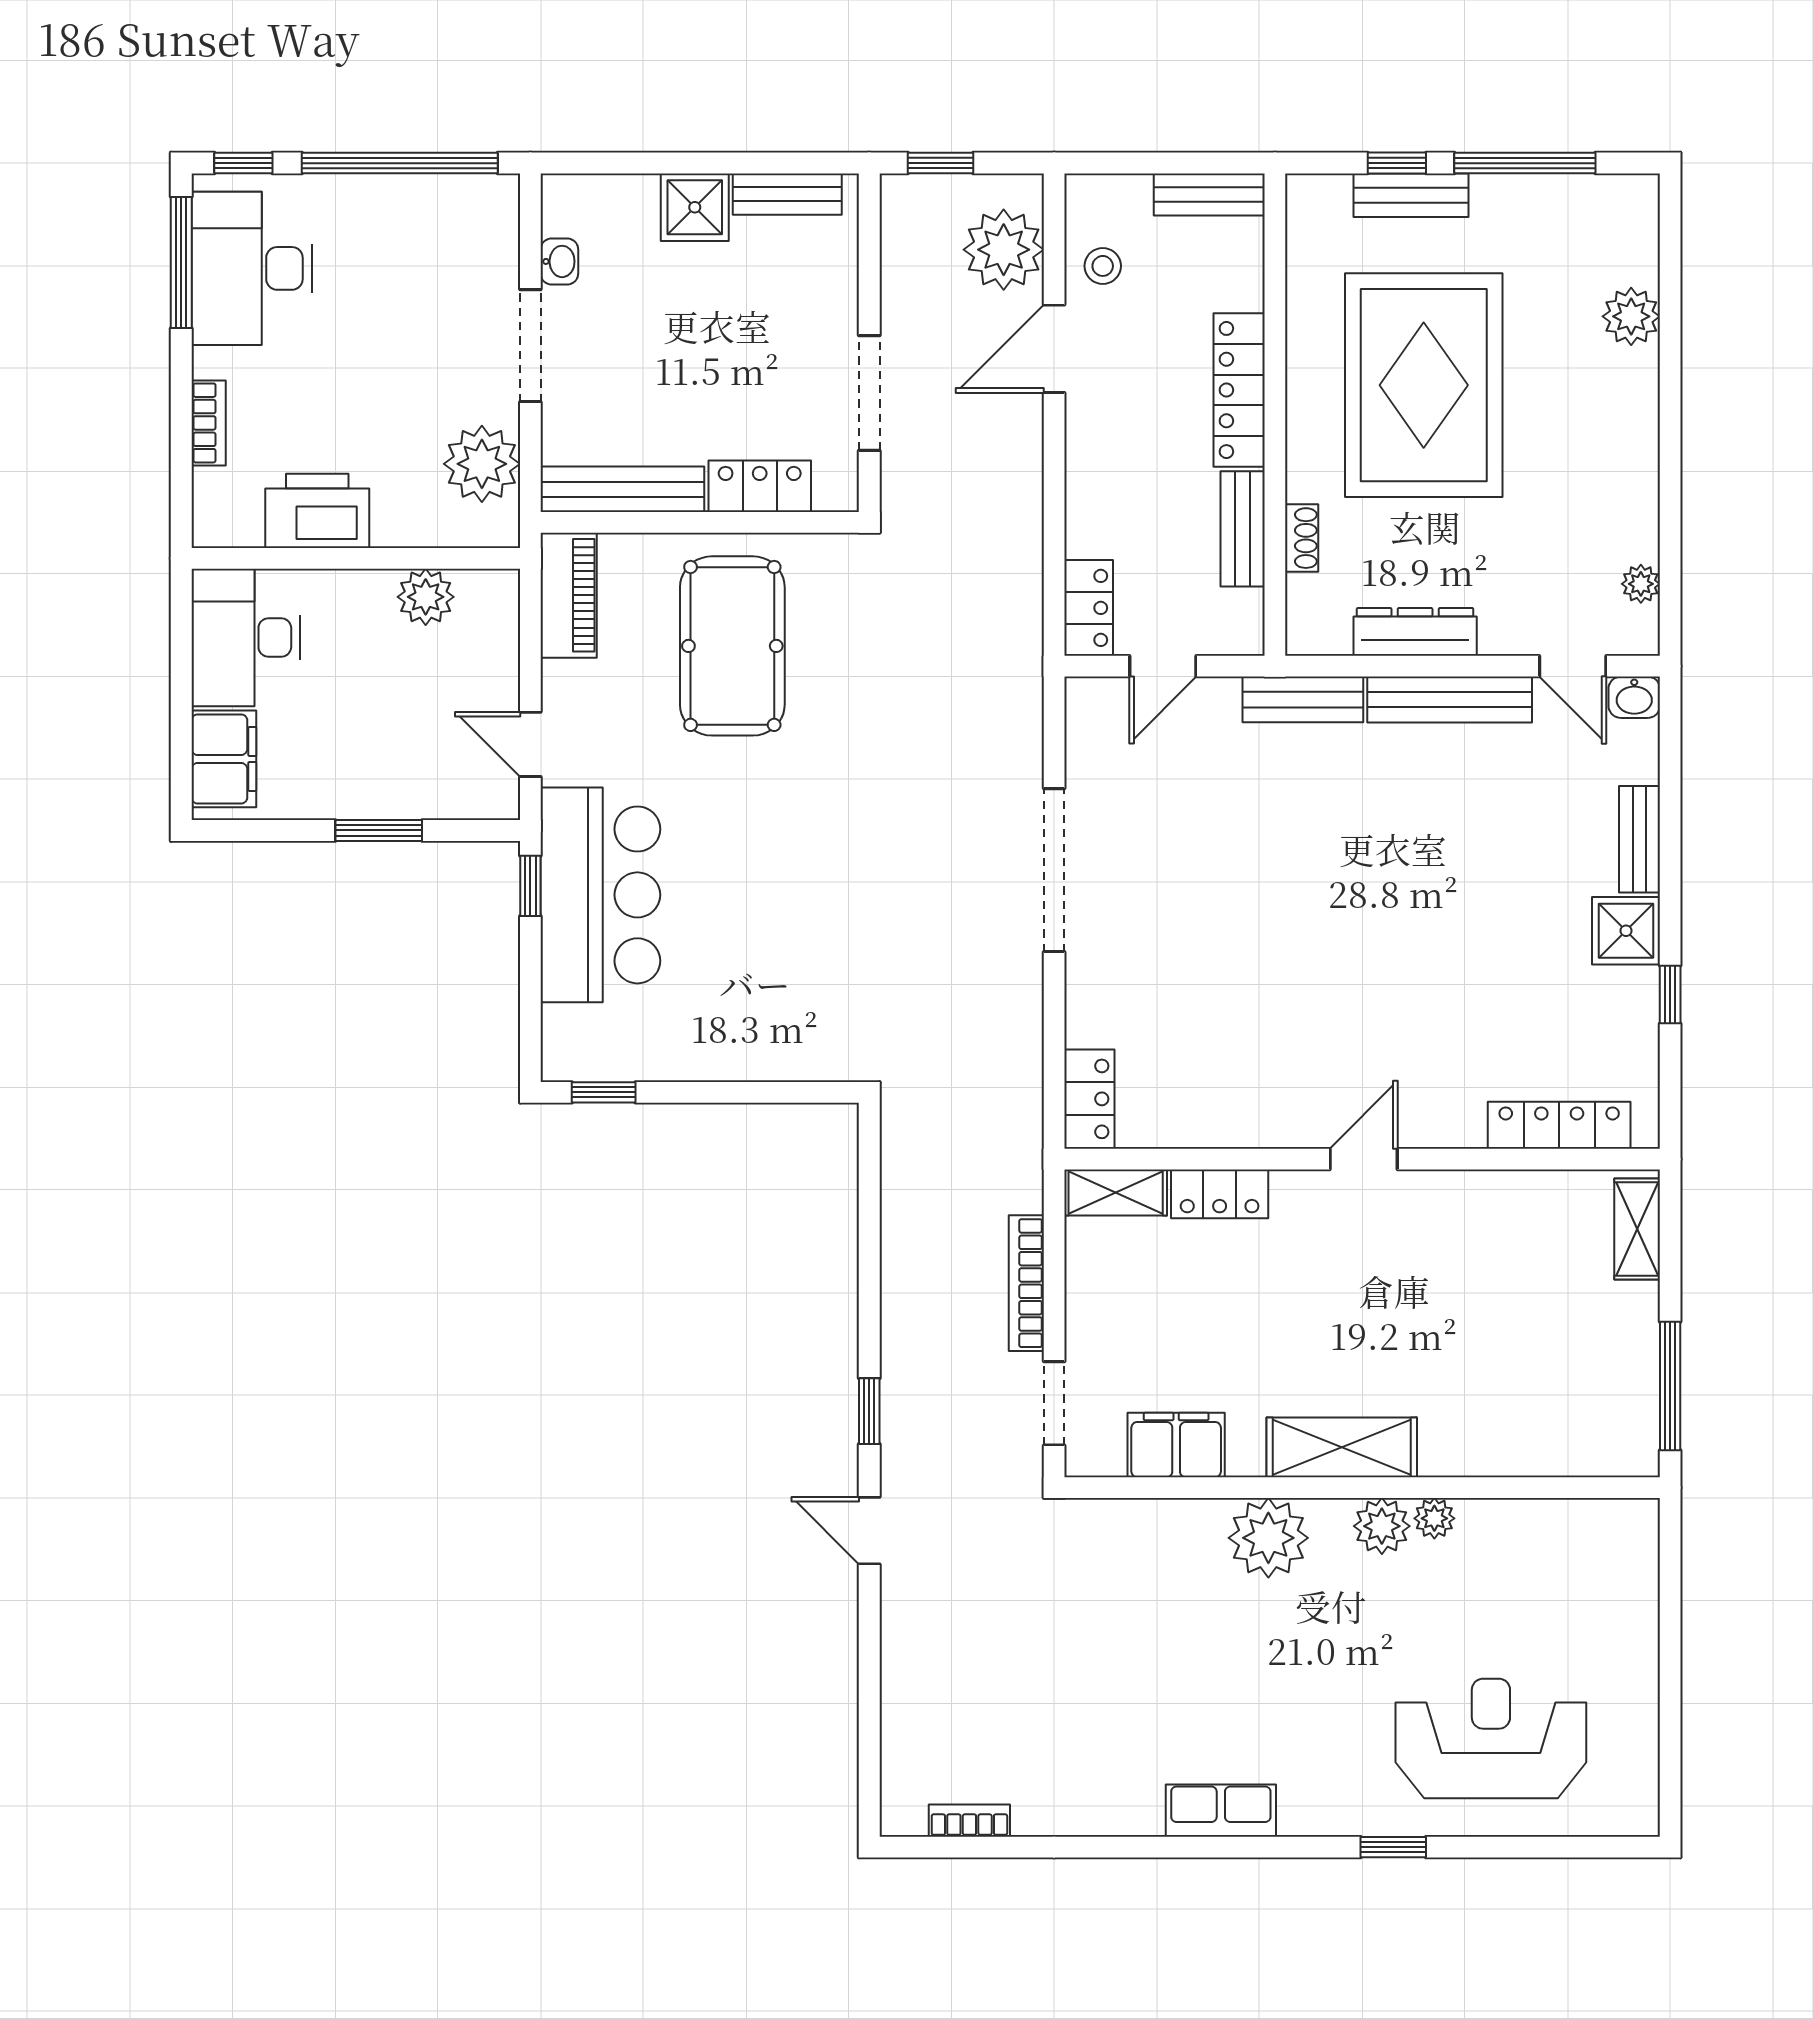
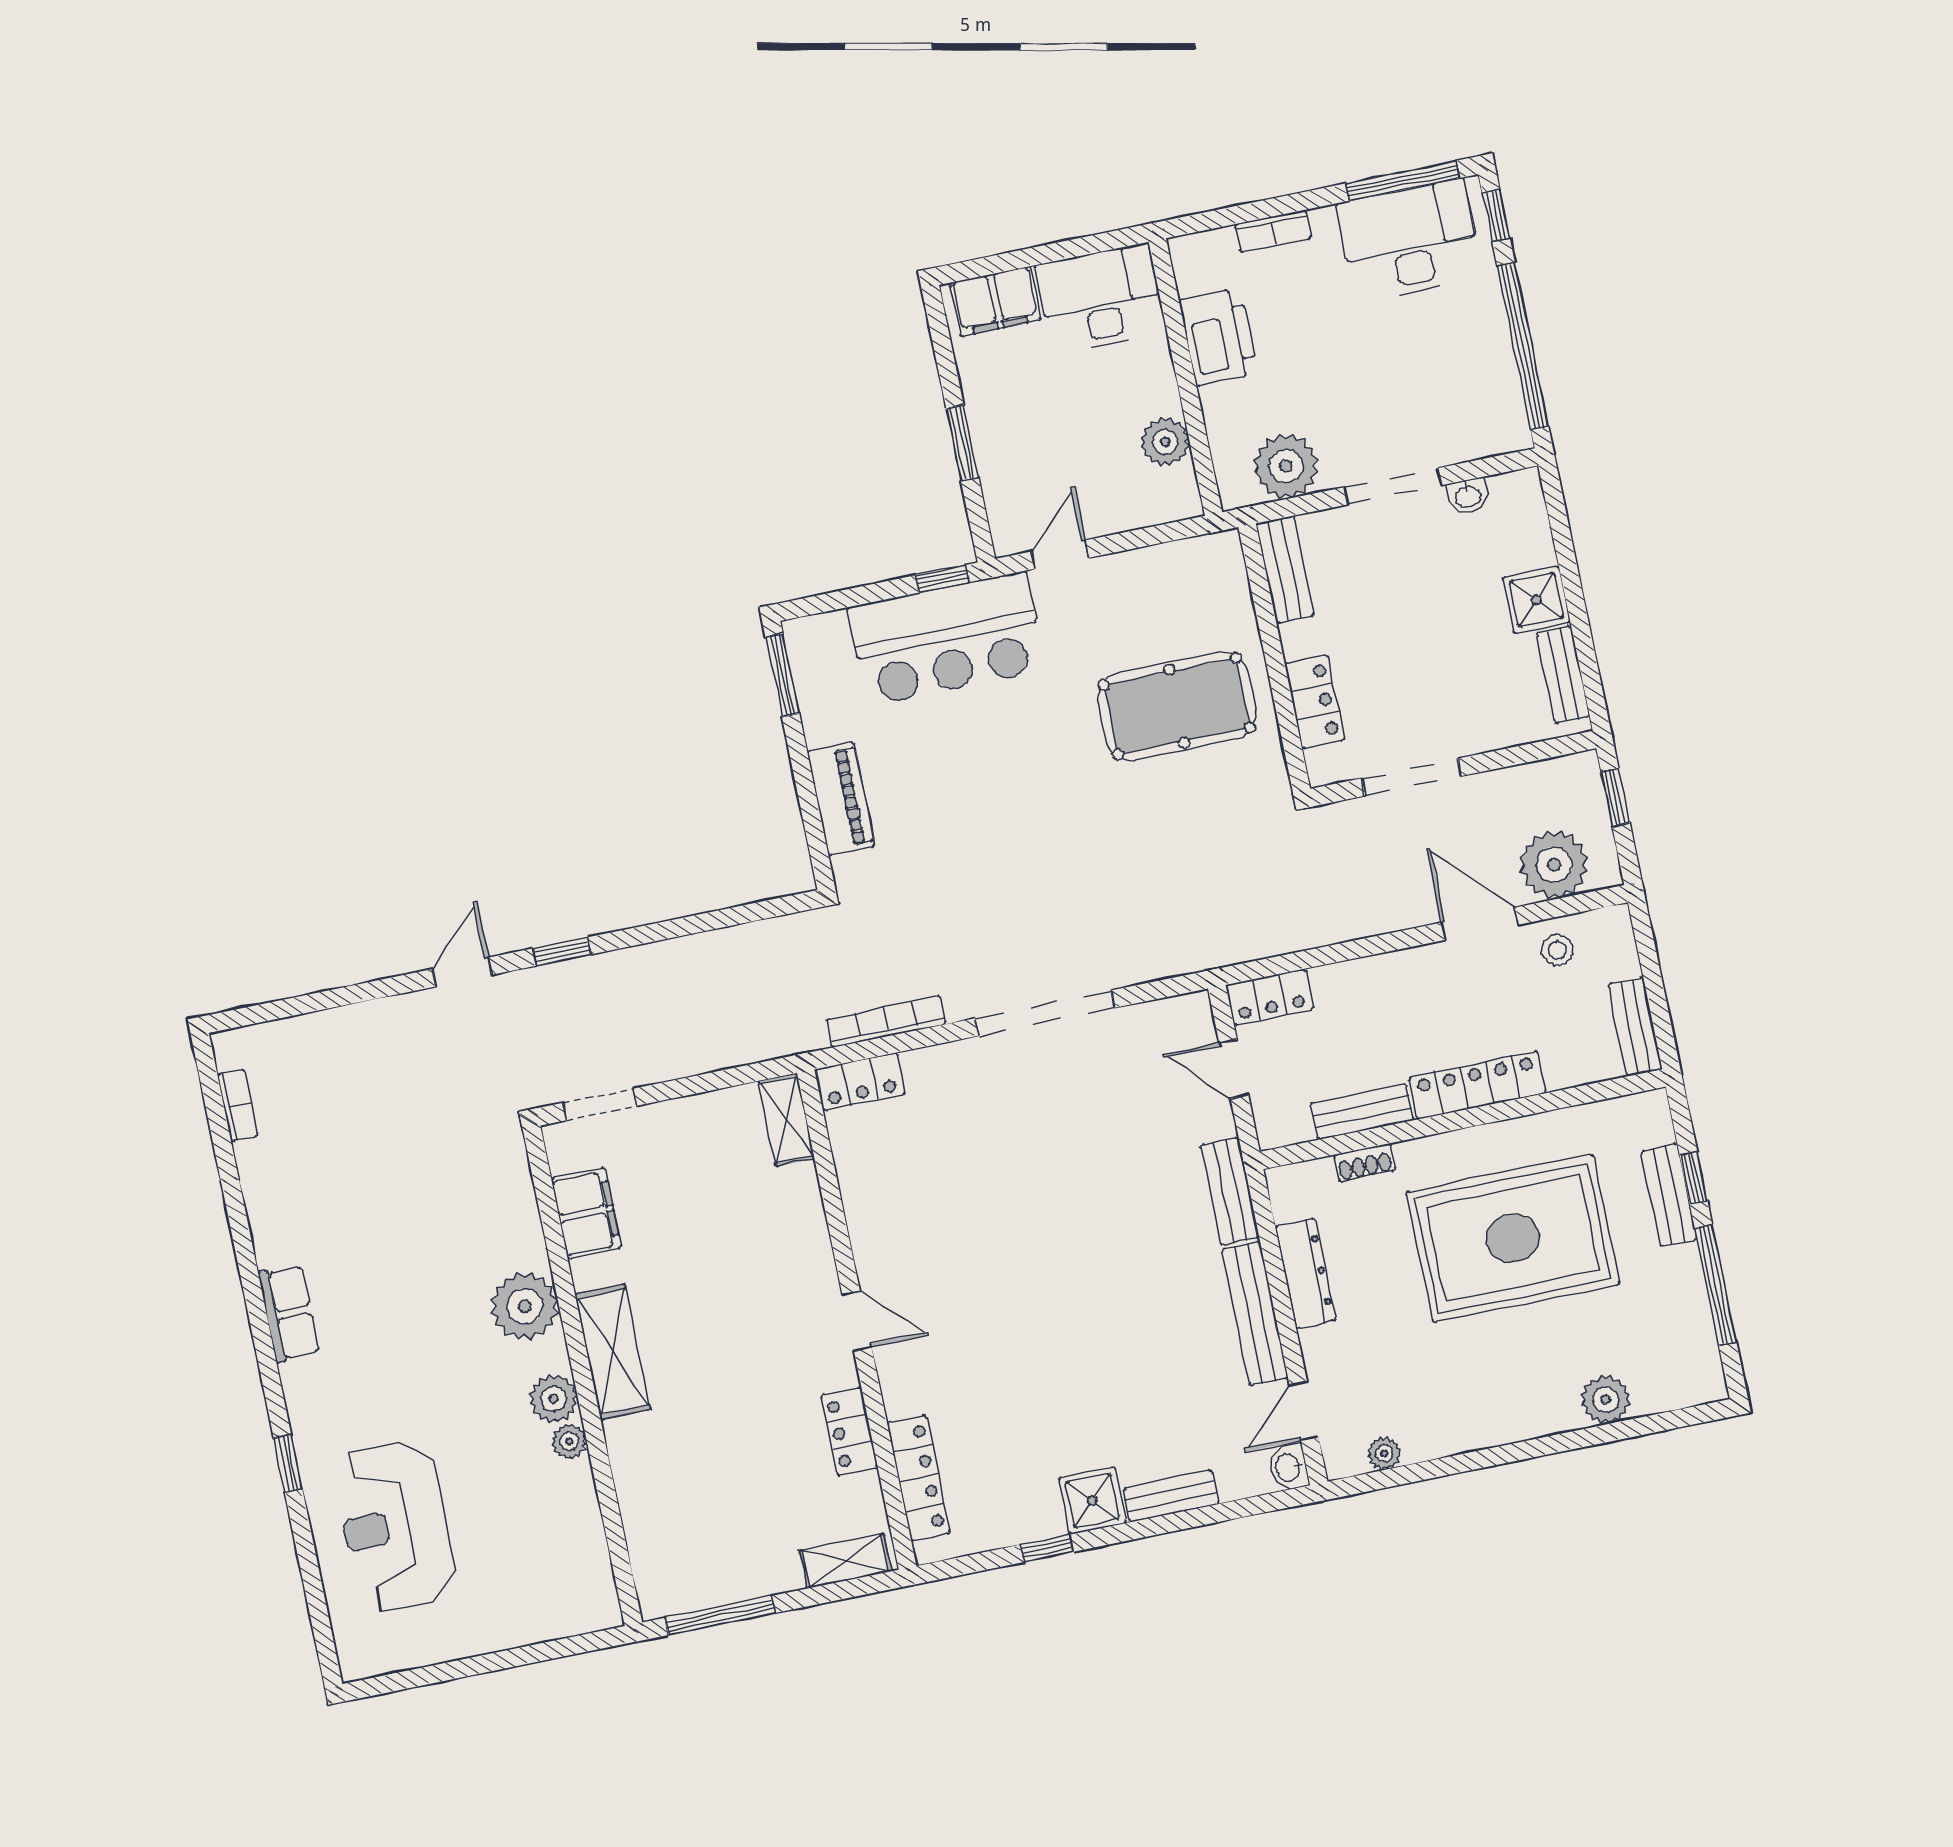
bench: (622, 489) -> (1285, 569), width x0.73
piano: (569, 595) -> (841, 799), moved, turned -90
window: (604, 1092) -> (782, 675), width x1.50
locker: (1220, 1194) -> (849, 1432), moved
bookcase: (1026, 1283) -> (886, 1022), moved
reception desk: (1491, 1738) -> (395, 1526), turned 180

